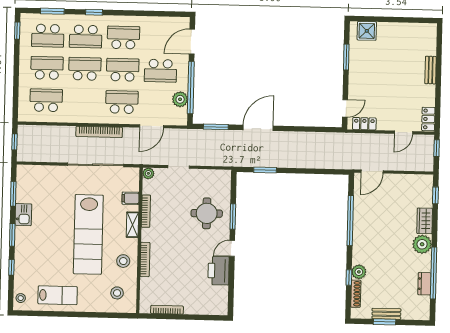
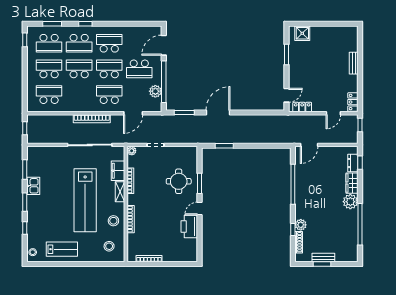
filing cabinet: (131, 198) -> (118, 171), width x2.00
dresser: (424, 284) -> (353, 163), moved

